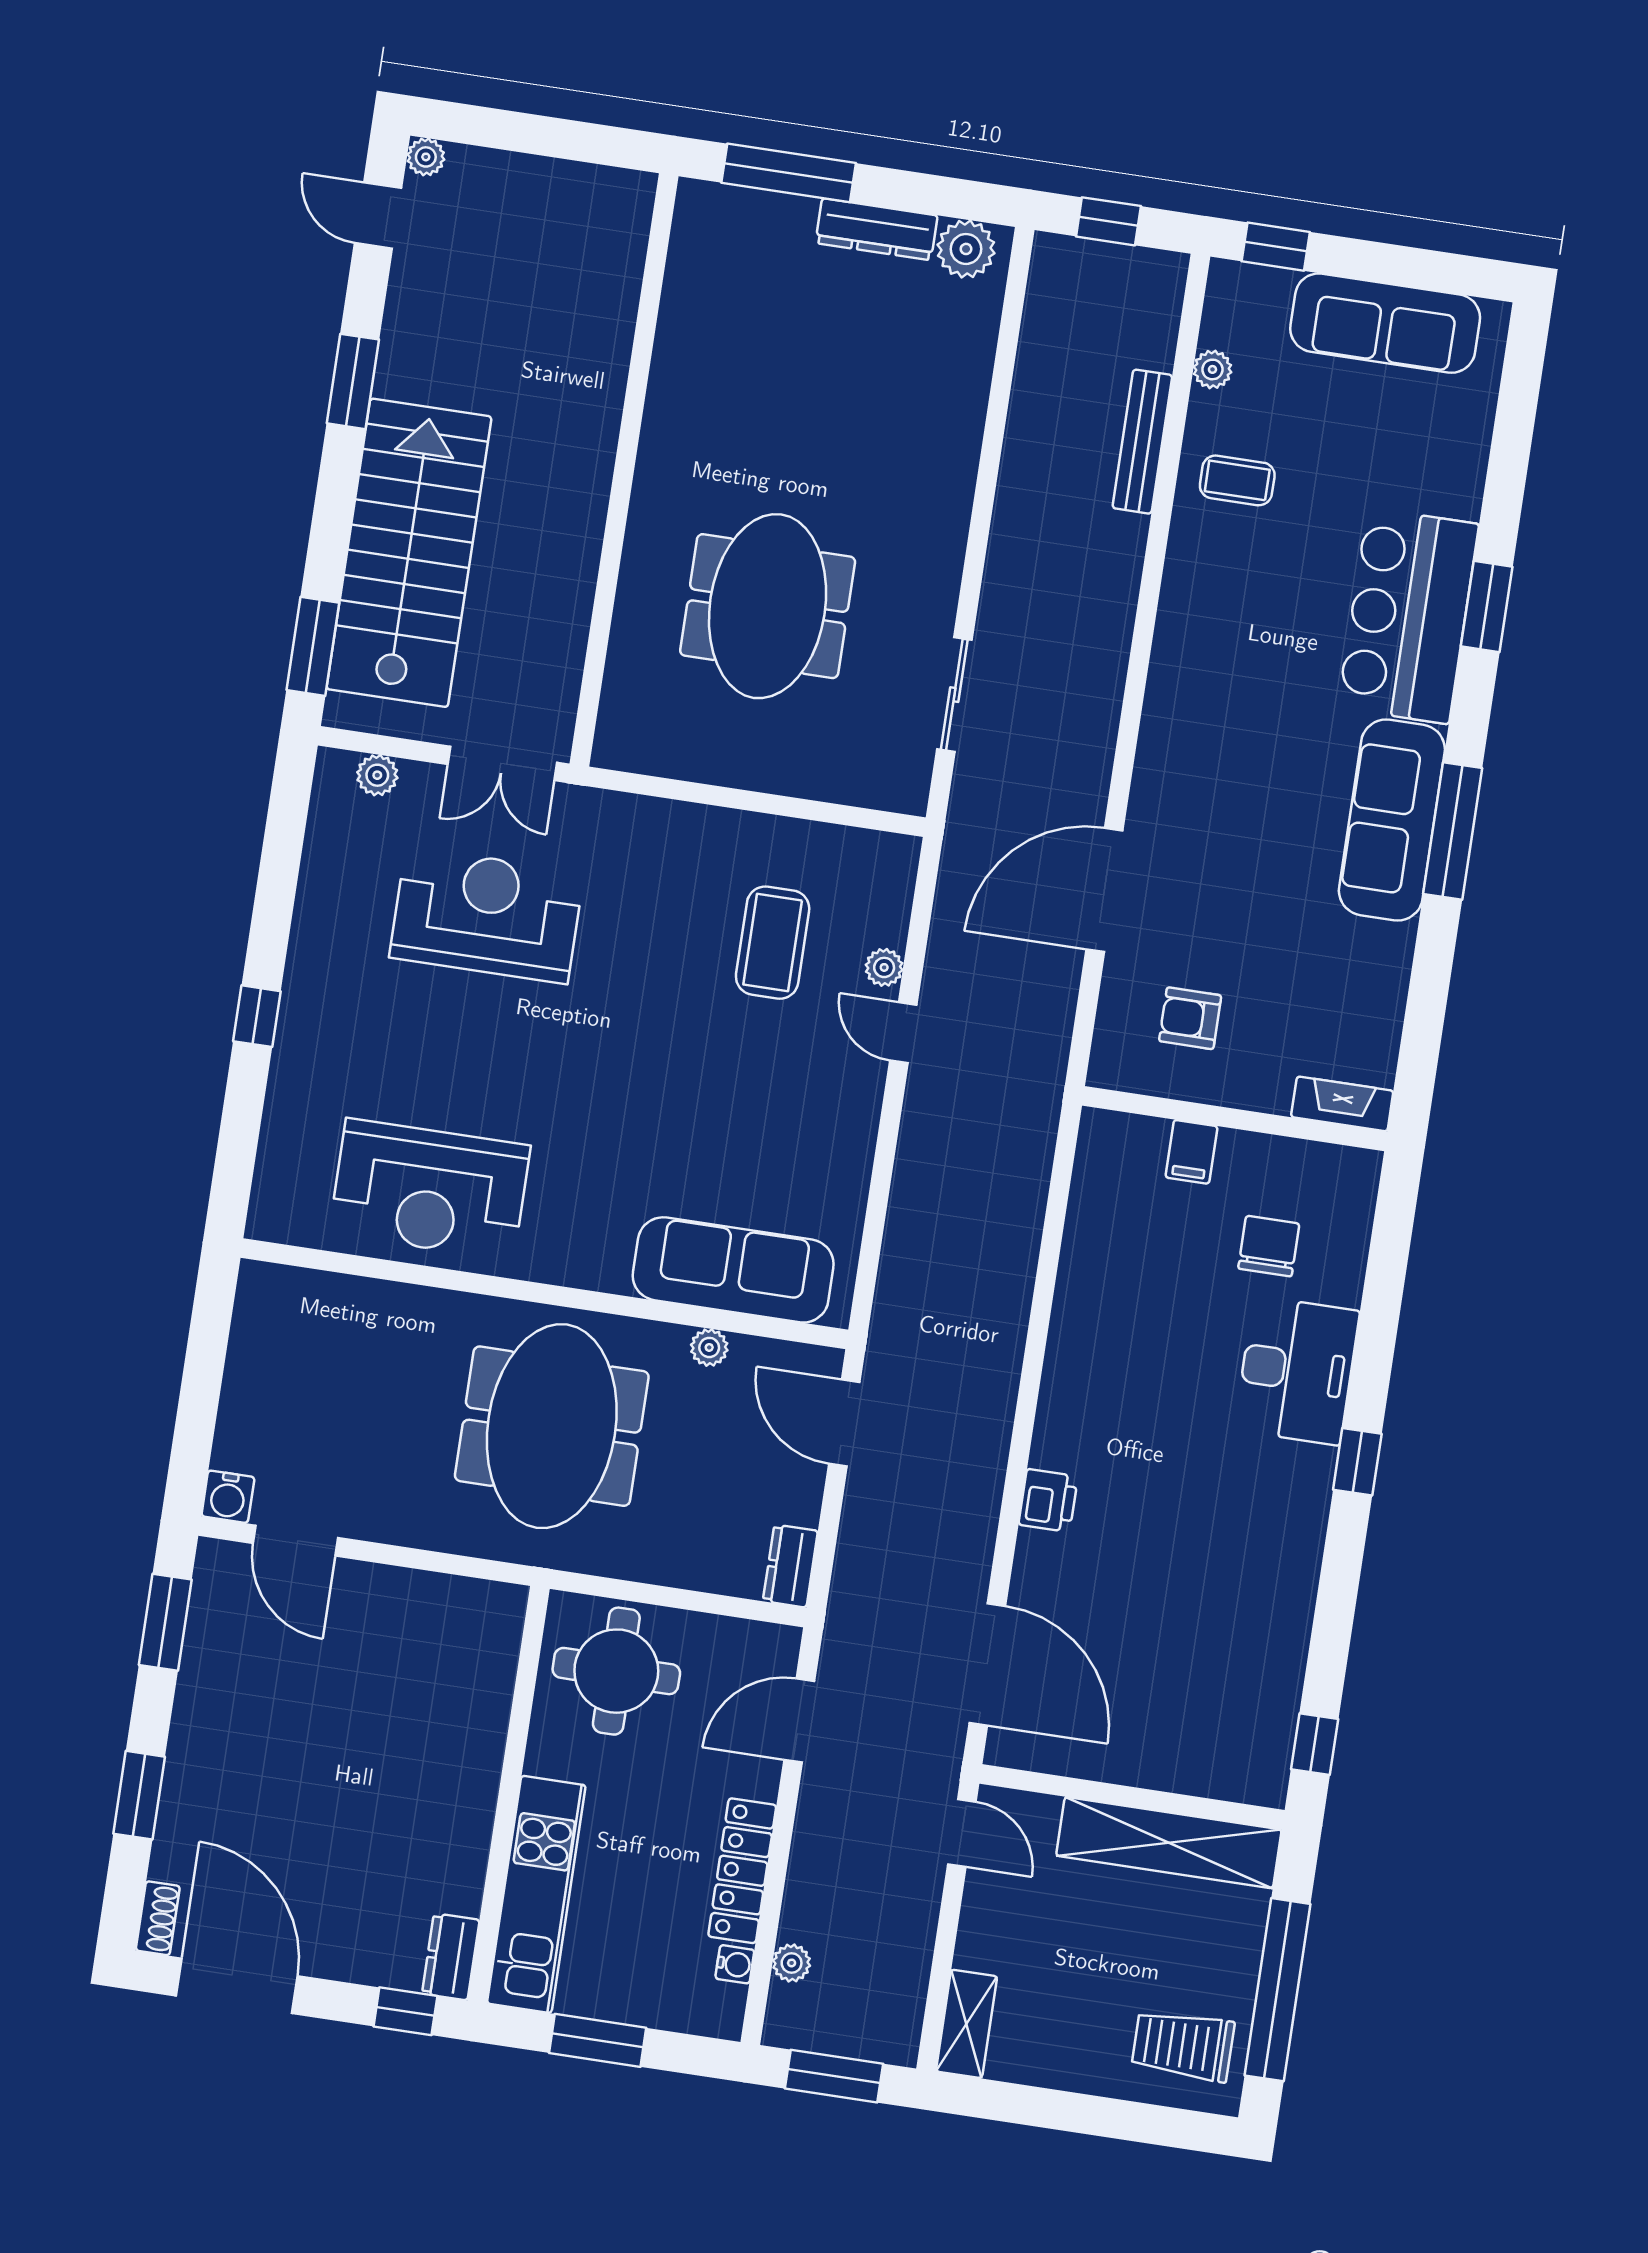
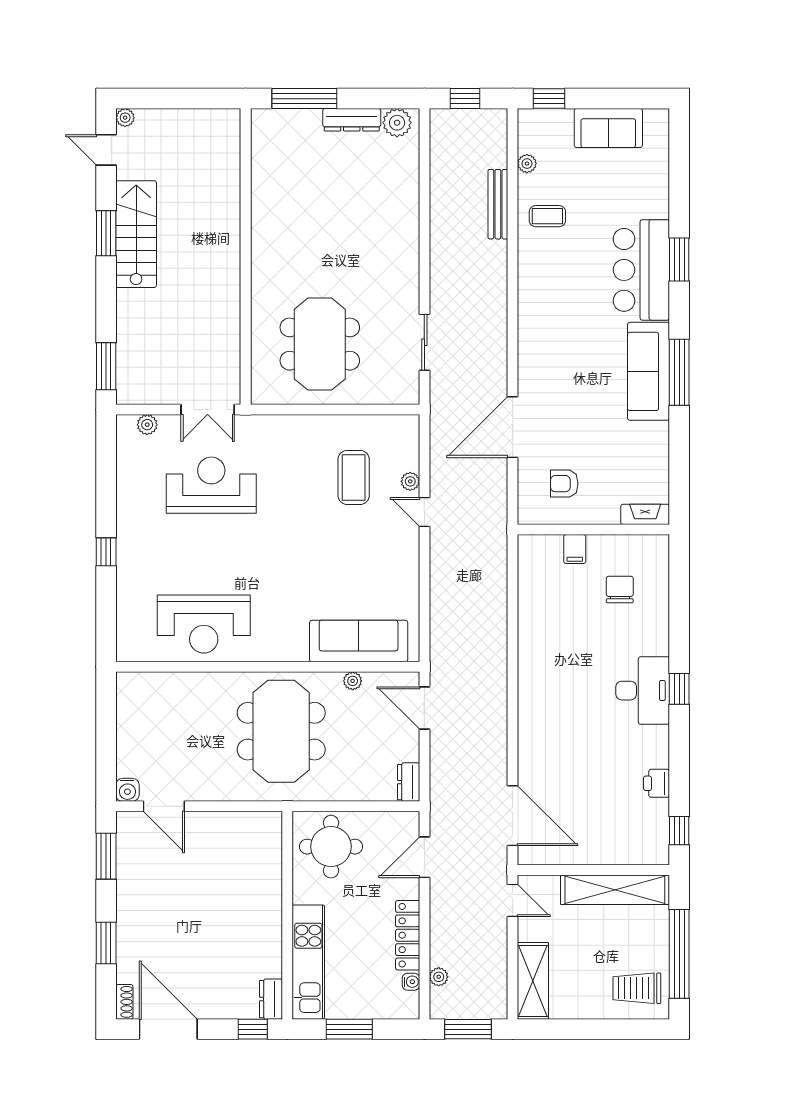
sofa: (1385, 323) -> (608, 128), width x0.73
stairs: (409, 553) -> (136, 234), moved, width x0.73, depth x0.66
meeting table: (768, 606) -> (320, 344), moved
desk: (1297, 1371) -> (643, 691), moved
printer: (1048, 1500) -> (657, 783), moved, turned 180
shelving: (966, 2024) -> (533, 981), width x1.50, depth x1.33

